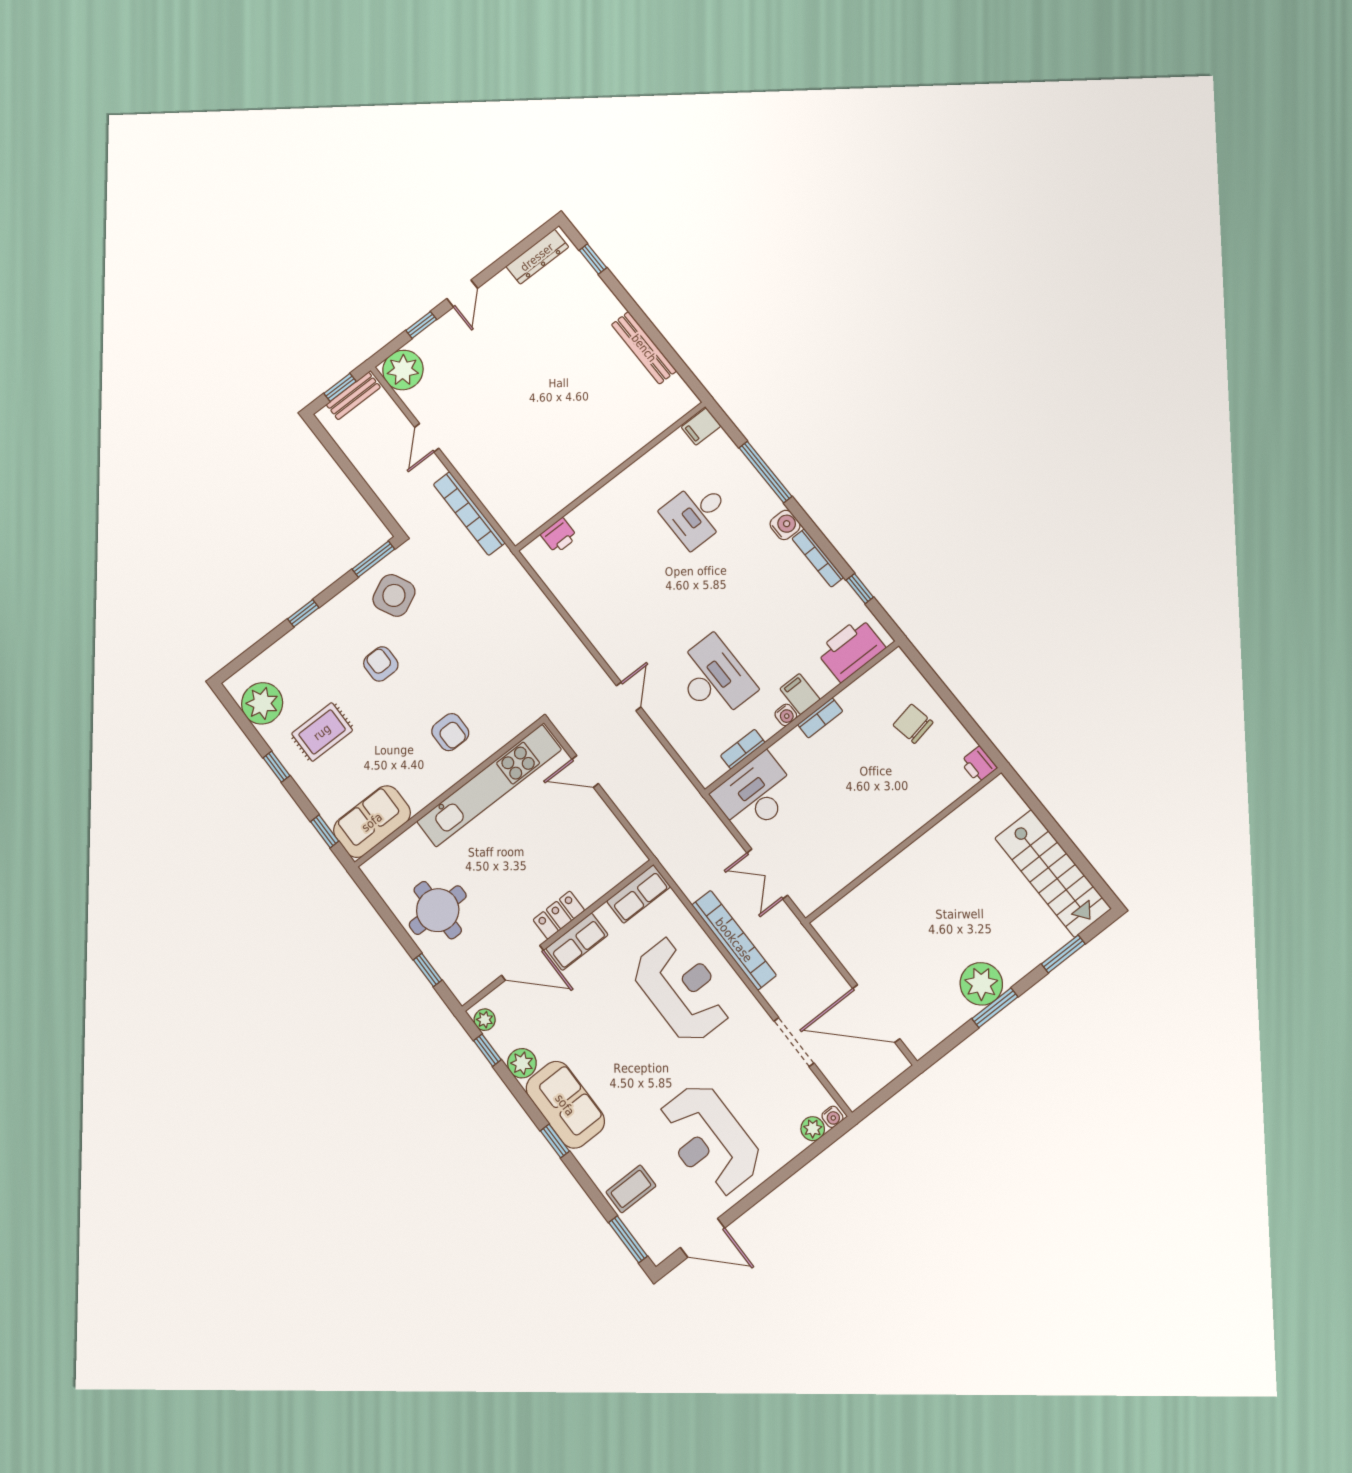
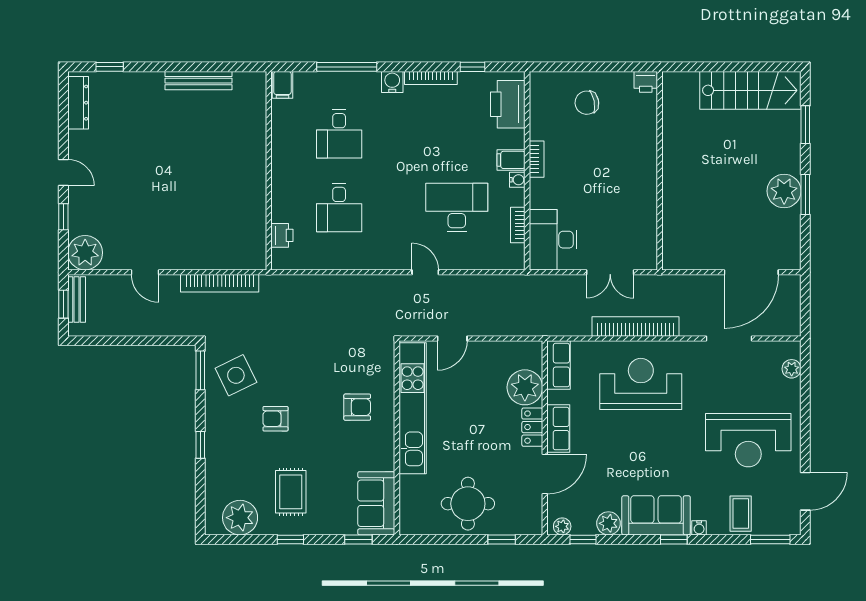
desk: (627, 568) -> (339, 208), added
plant: (592, 878) -> (525, 387), added
water cooler: (832, 1117) -> (699, 528), moved, turned 90

